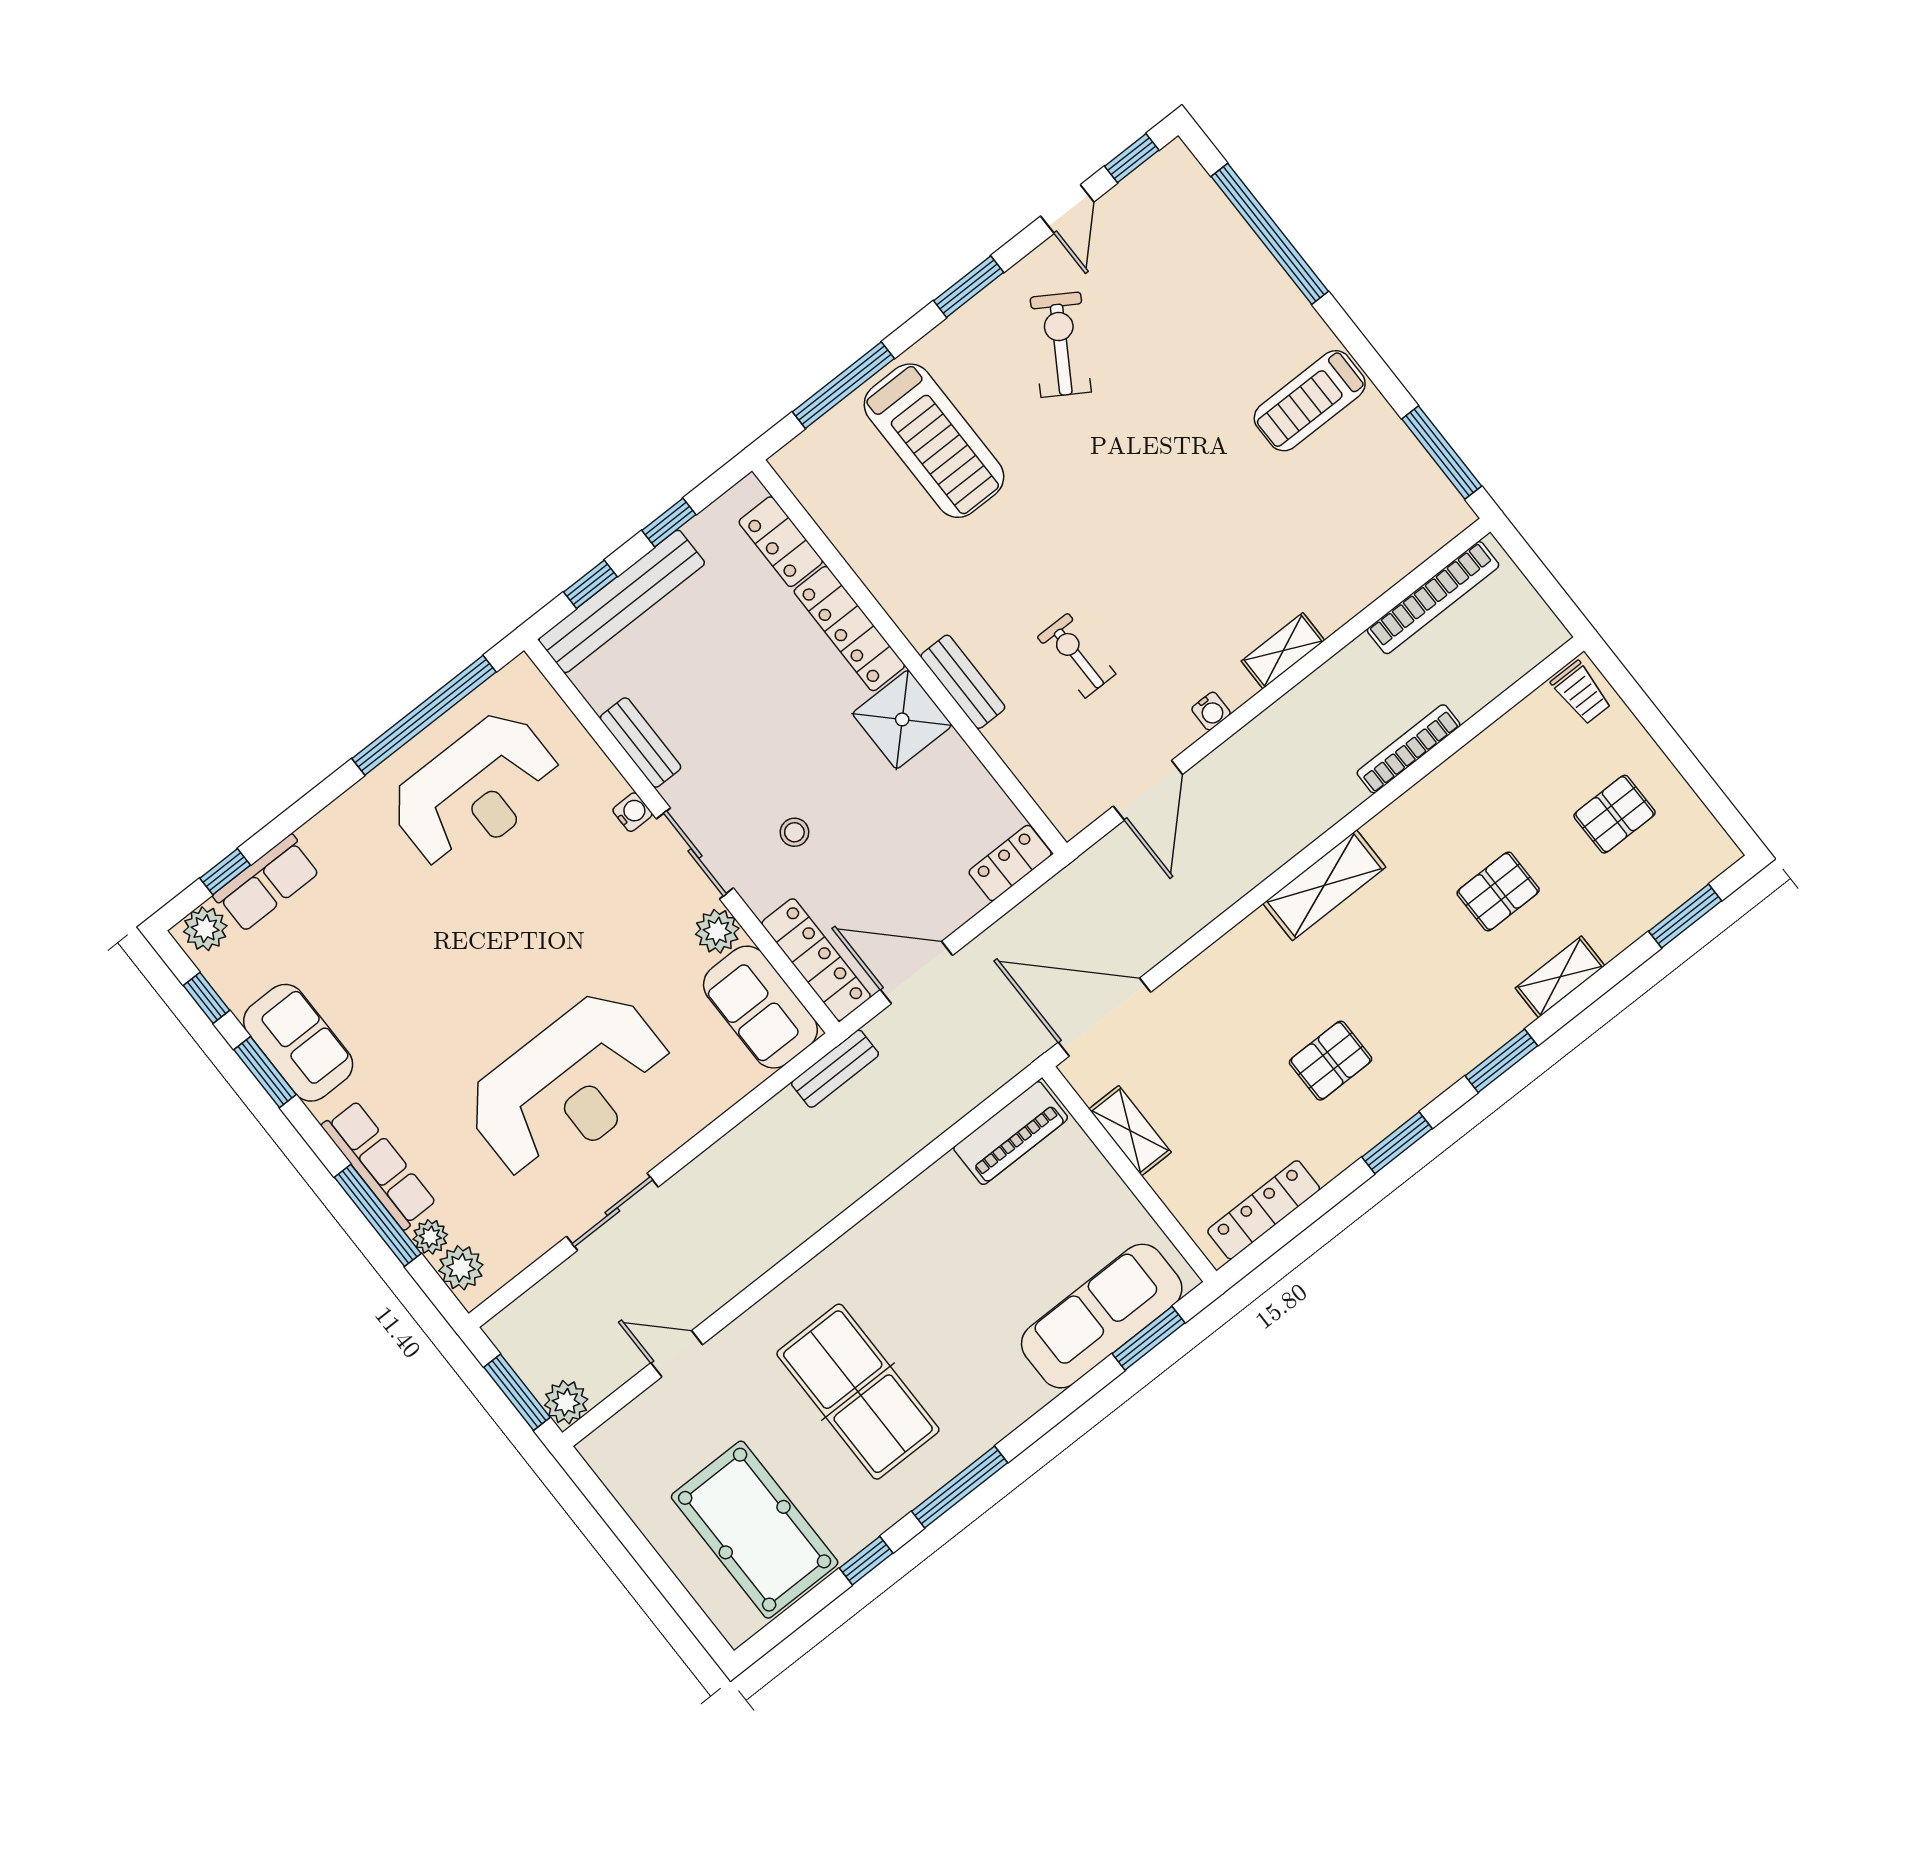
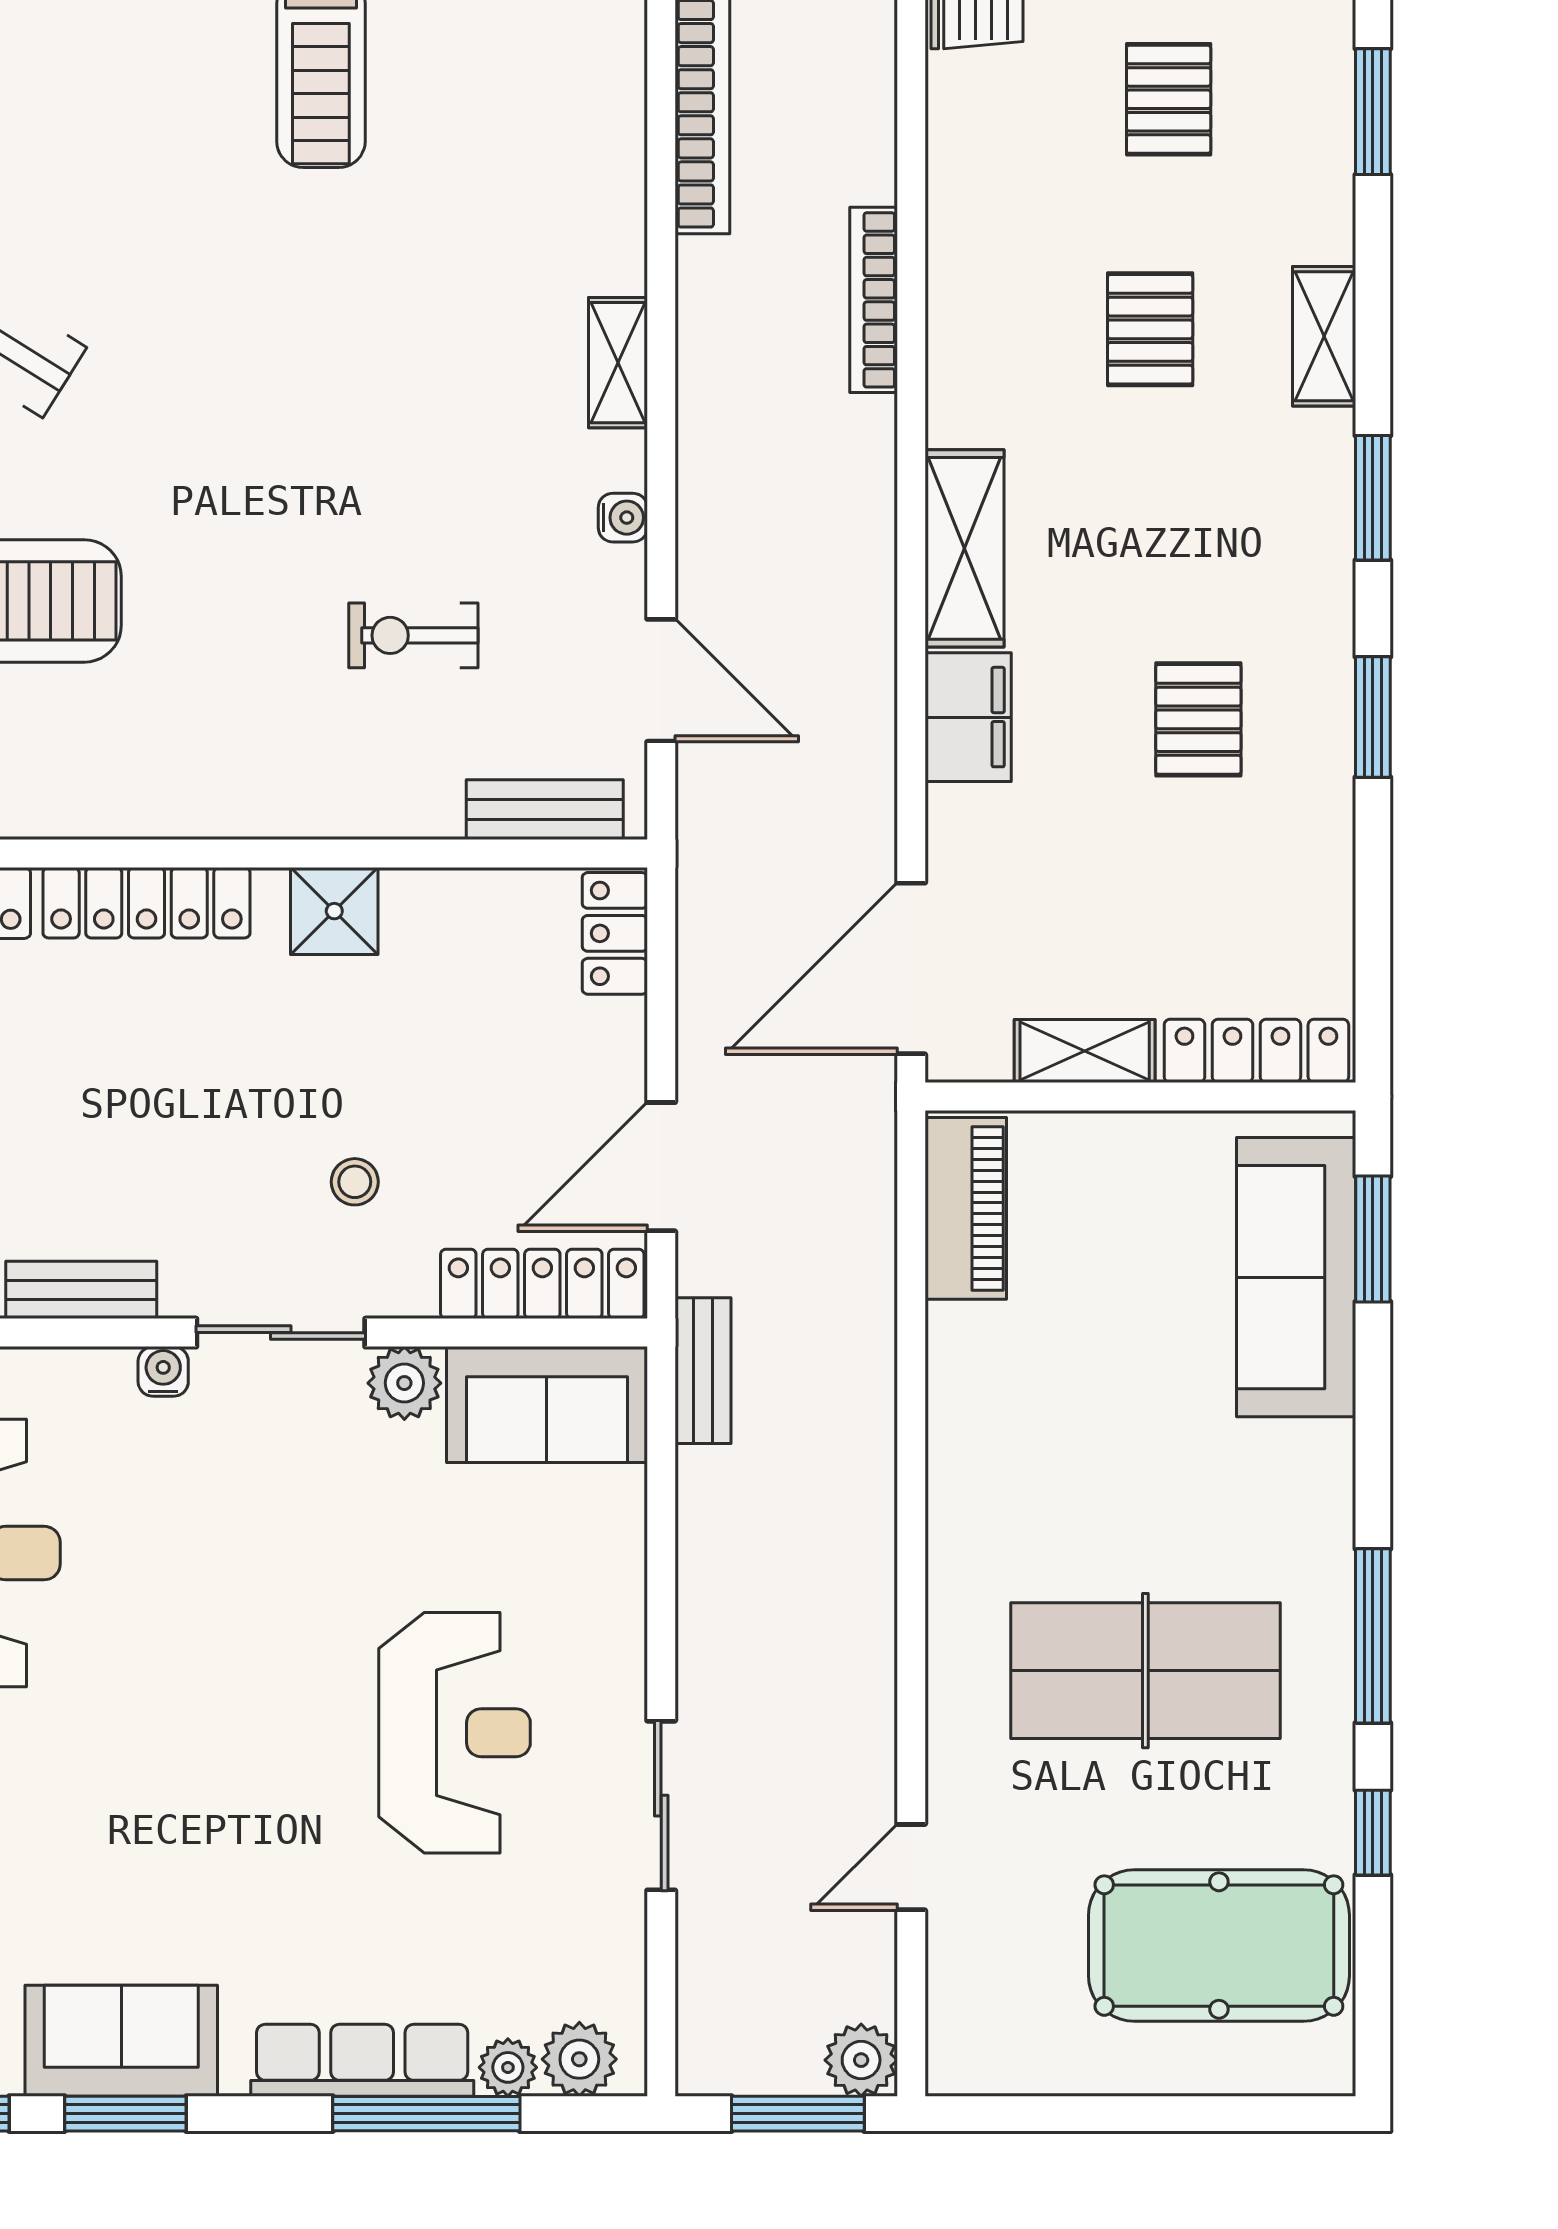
bench: (963, 682) -> (545, 810), moved
shower: (902, 719) -> (334, 911), width x0.73, depth x0.73
filing cabinet: (1245, 950) -> (968, 717), added
reception desk: (570, 1086) -> (455, 1733), width x0.74, depth x0.77
locker: (1264, 1210) -> (1256, 1051), moved, turned 90

